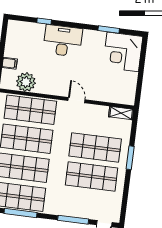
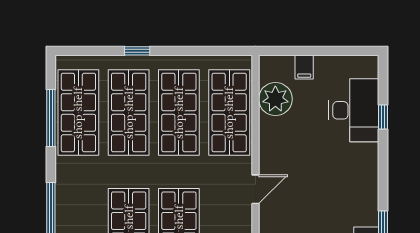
desk: (63, 41) -> (354, 110), moved

